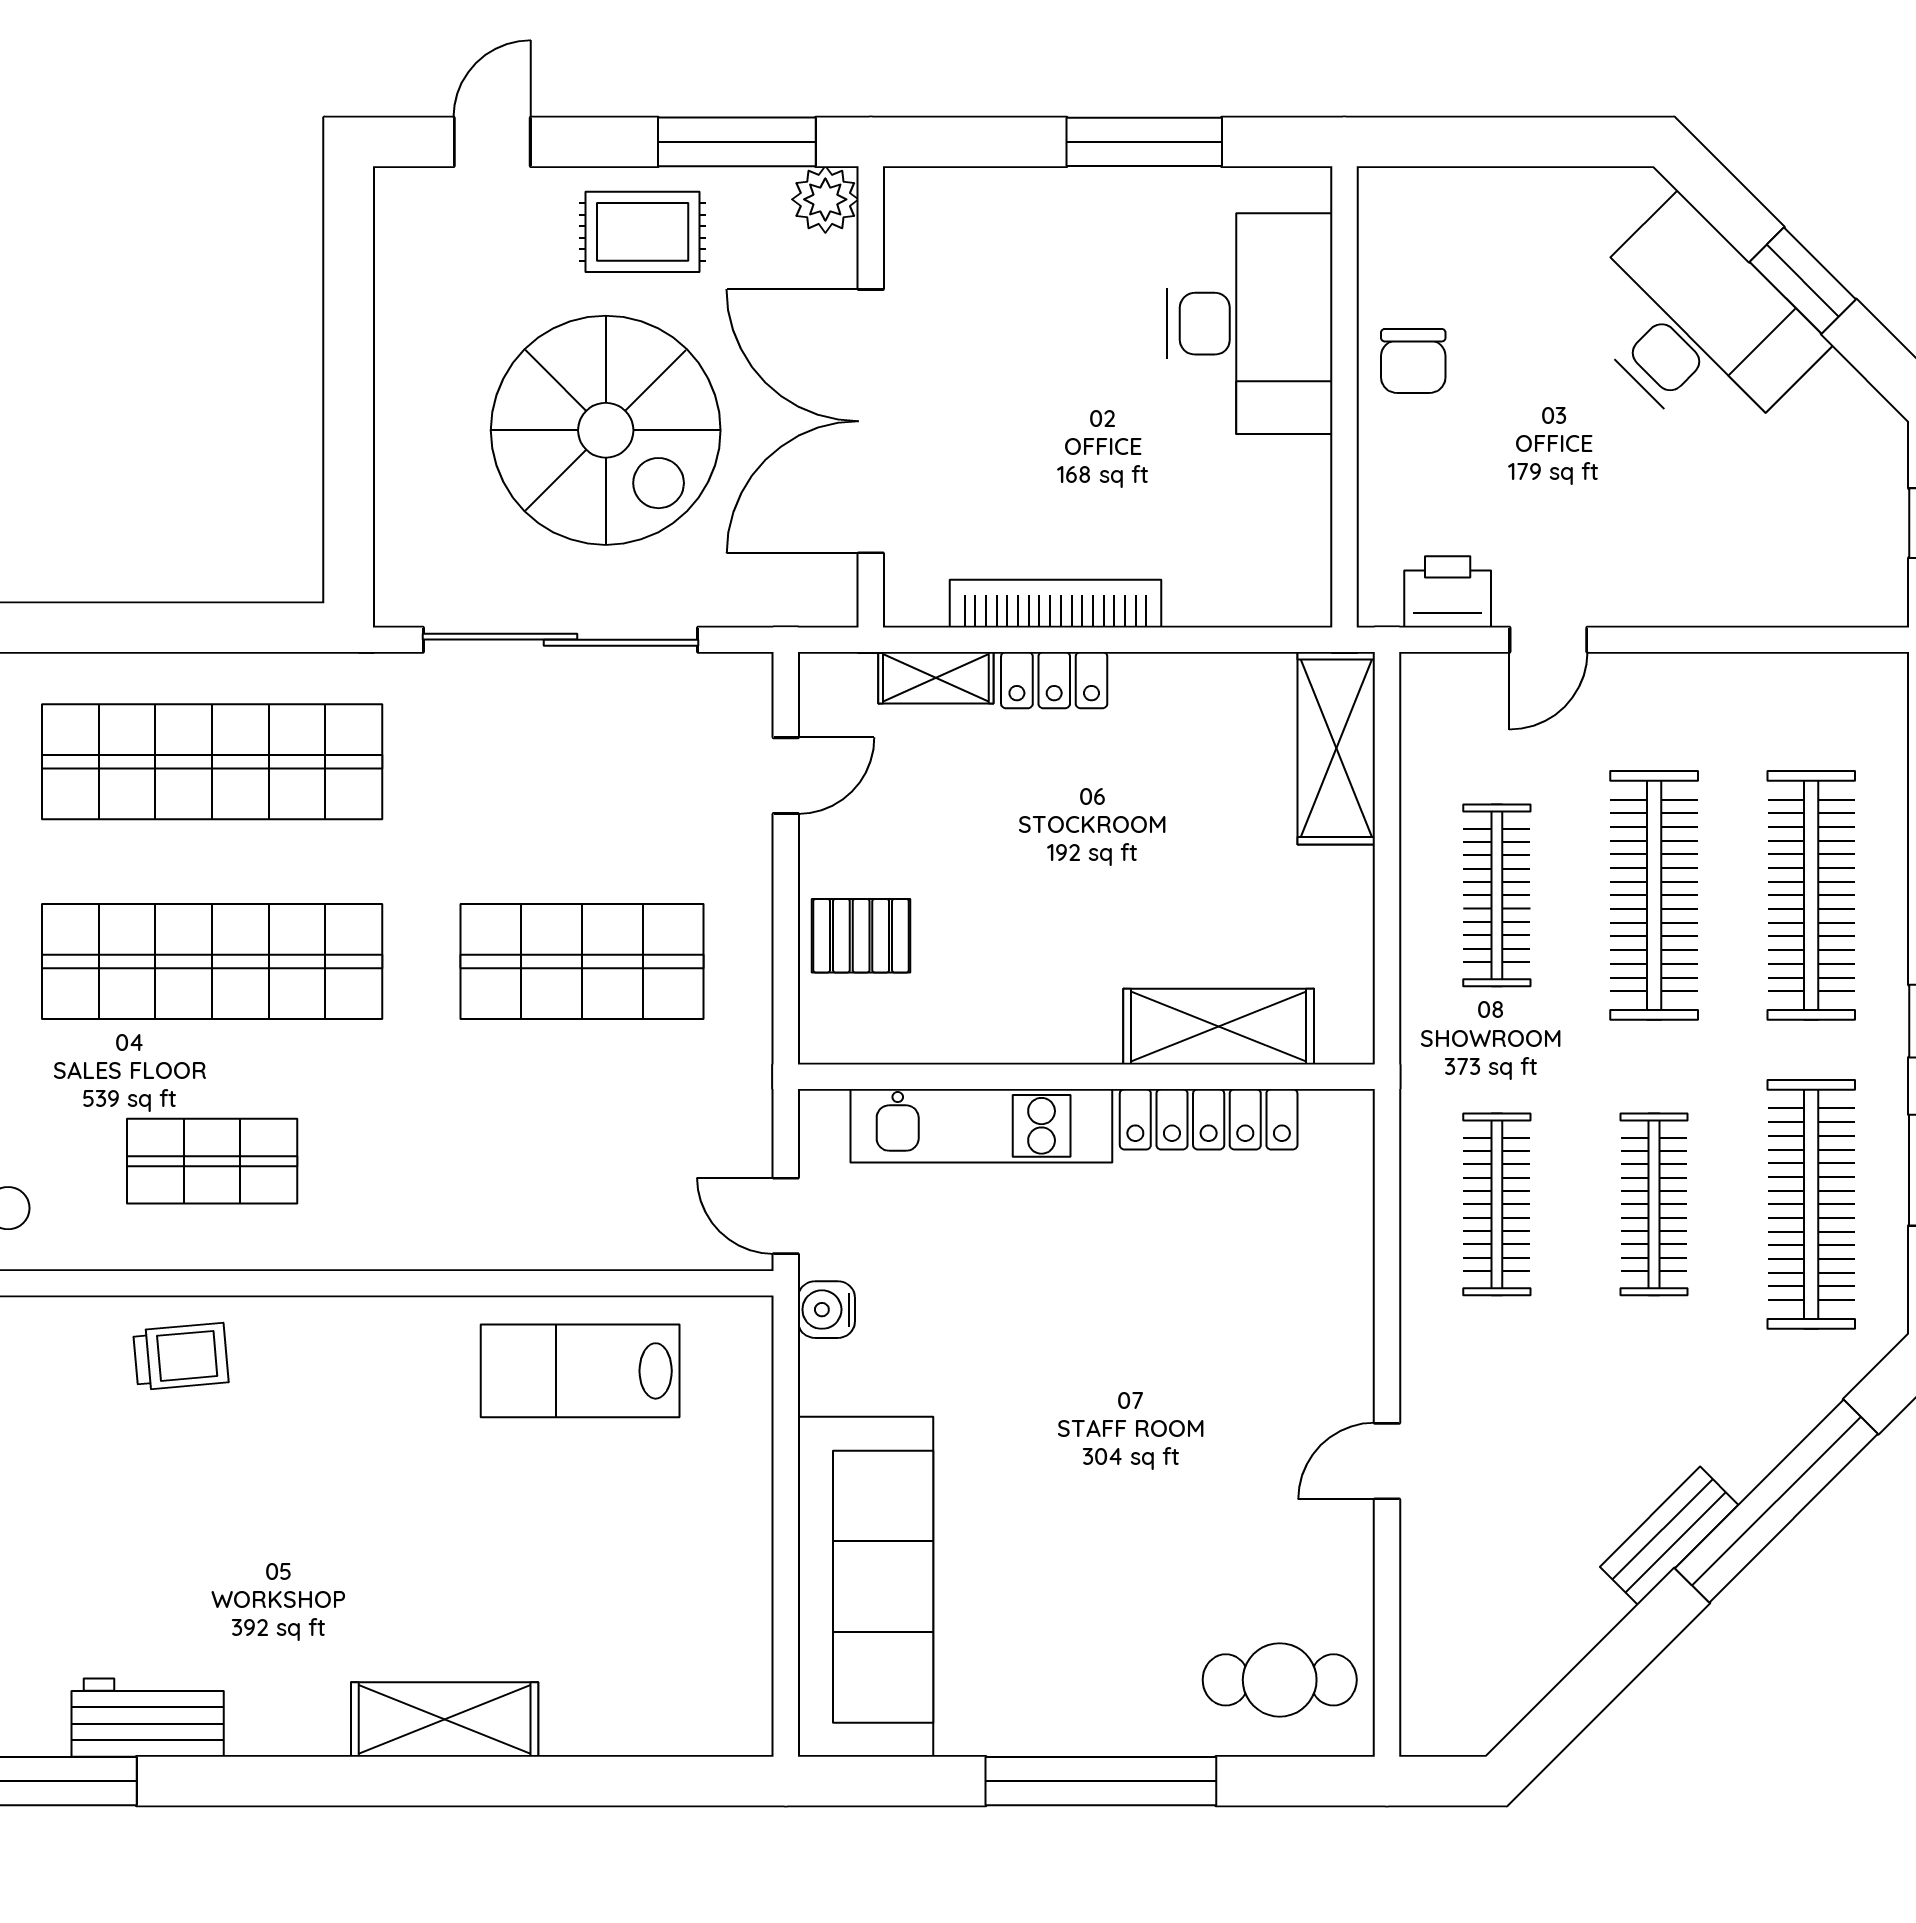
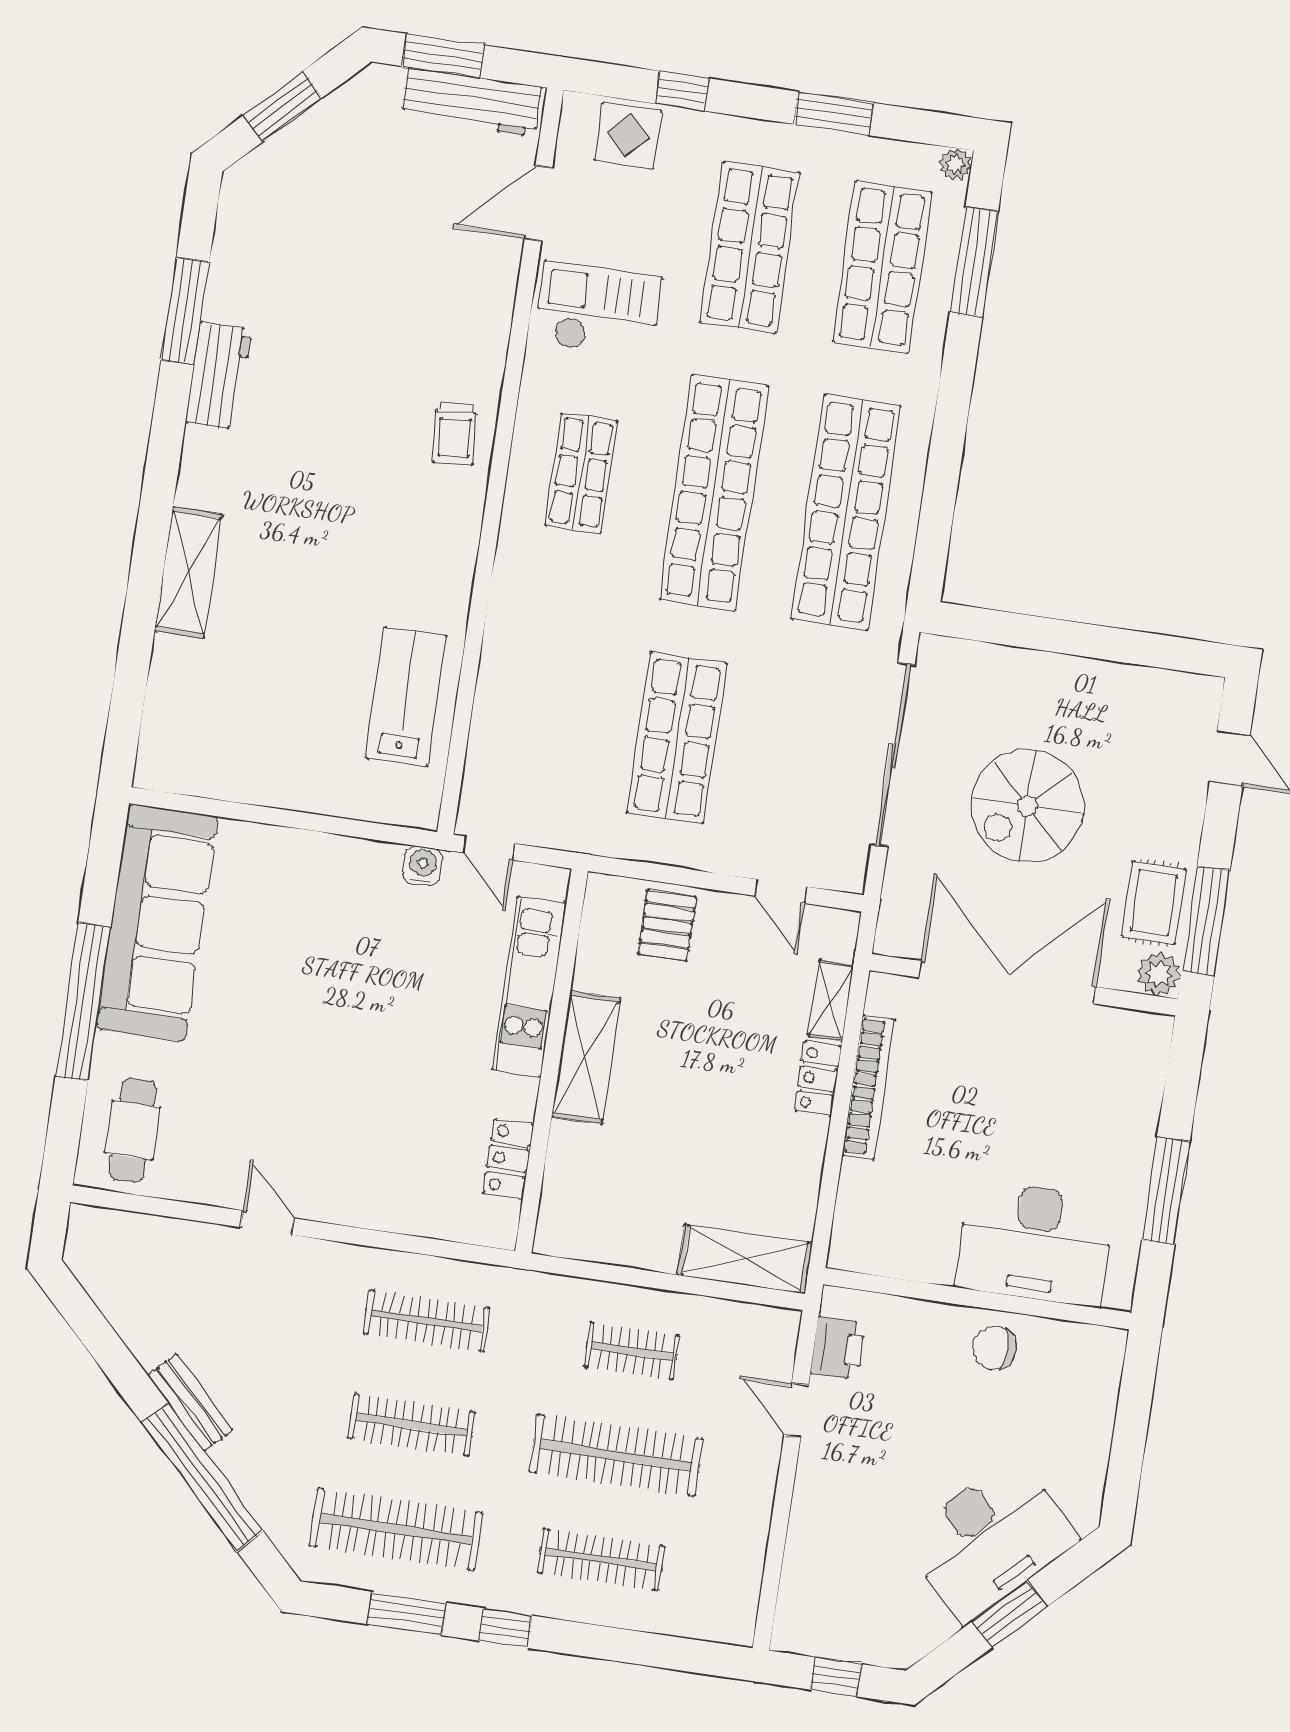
rug: (643, 232) -> (1154, 903), moved
spiral stairs: (606, 430) -> (1027, 806), width x0.73, depth x0.73
clothes rail: (1497, 895) -> (632, 1351), width x0.73
clothes rail: (1811, 895) -> (601, 1559), width x0.73, depth x0.76
shelving: (1219, 1027) -> (586, 1057), moved
locker: (1209, 1119) -> (508, 1159), width x0.66
door: (786, 1216) -> (489, 848), swing flipped
sofa: (866, 1587) -> (157, 923), moved, turned -90

